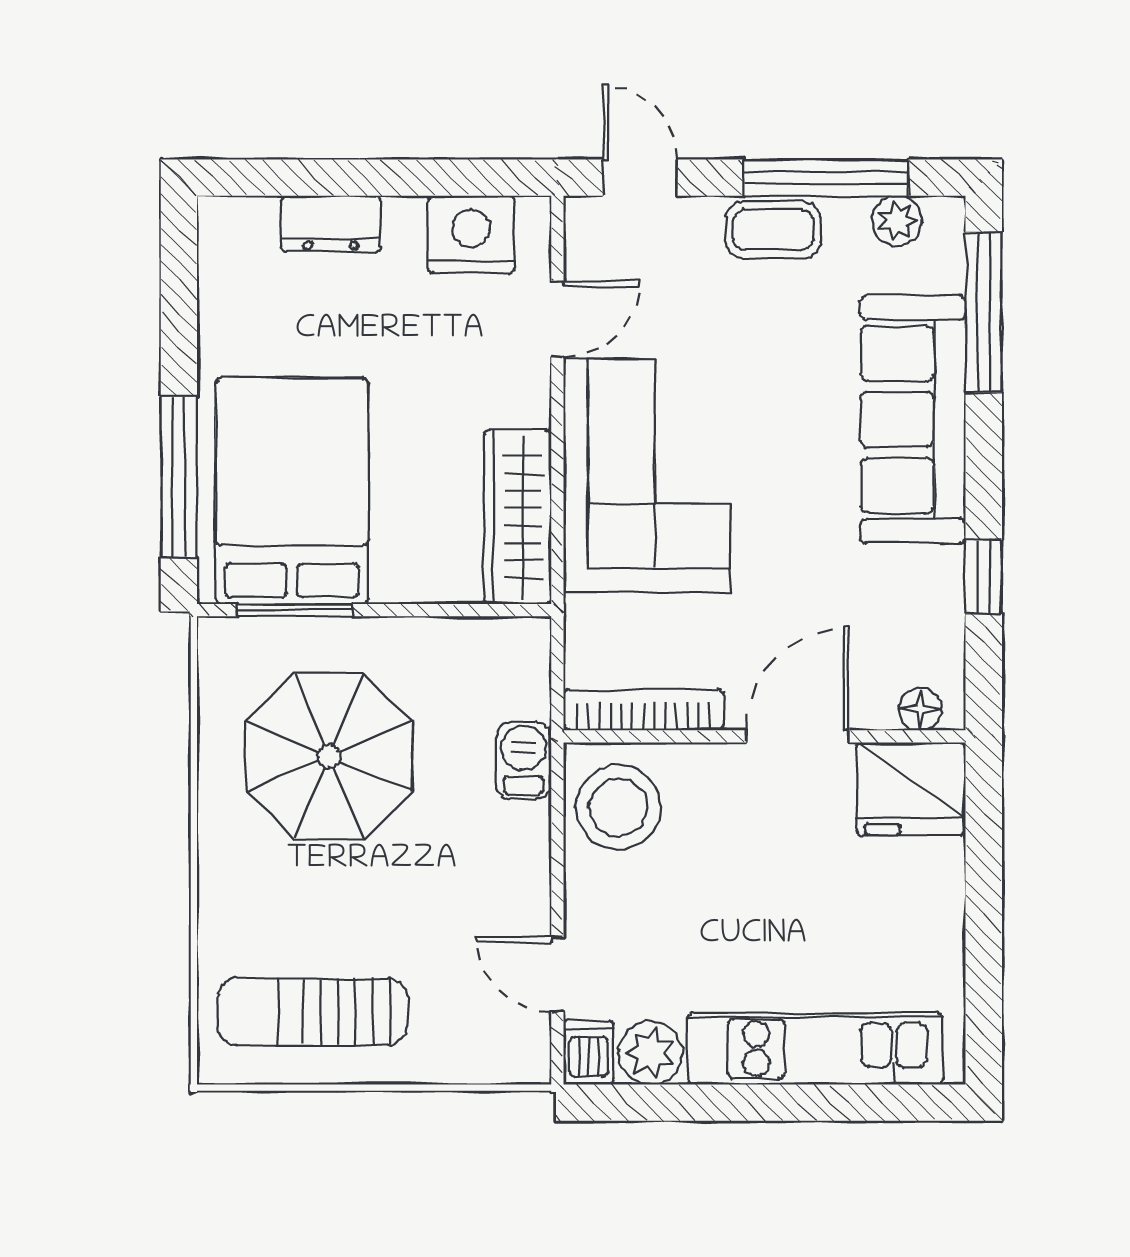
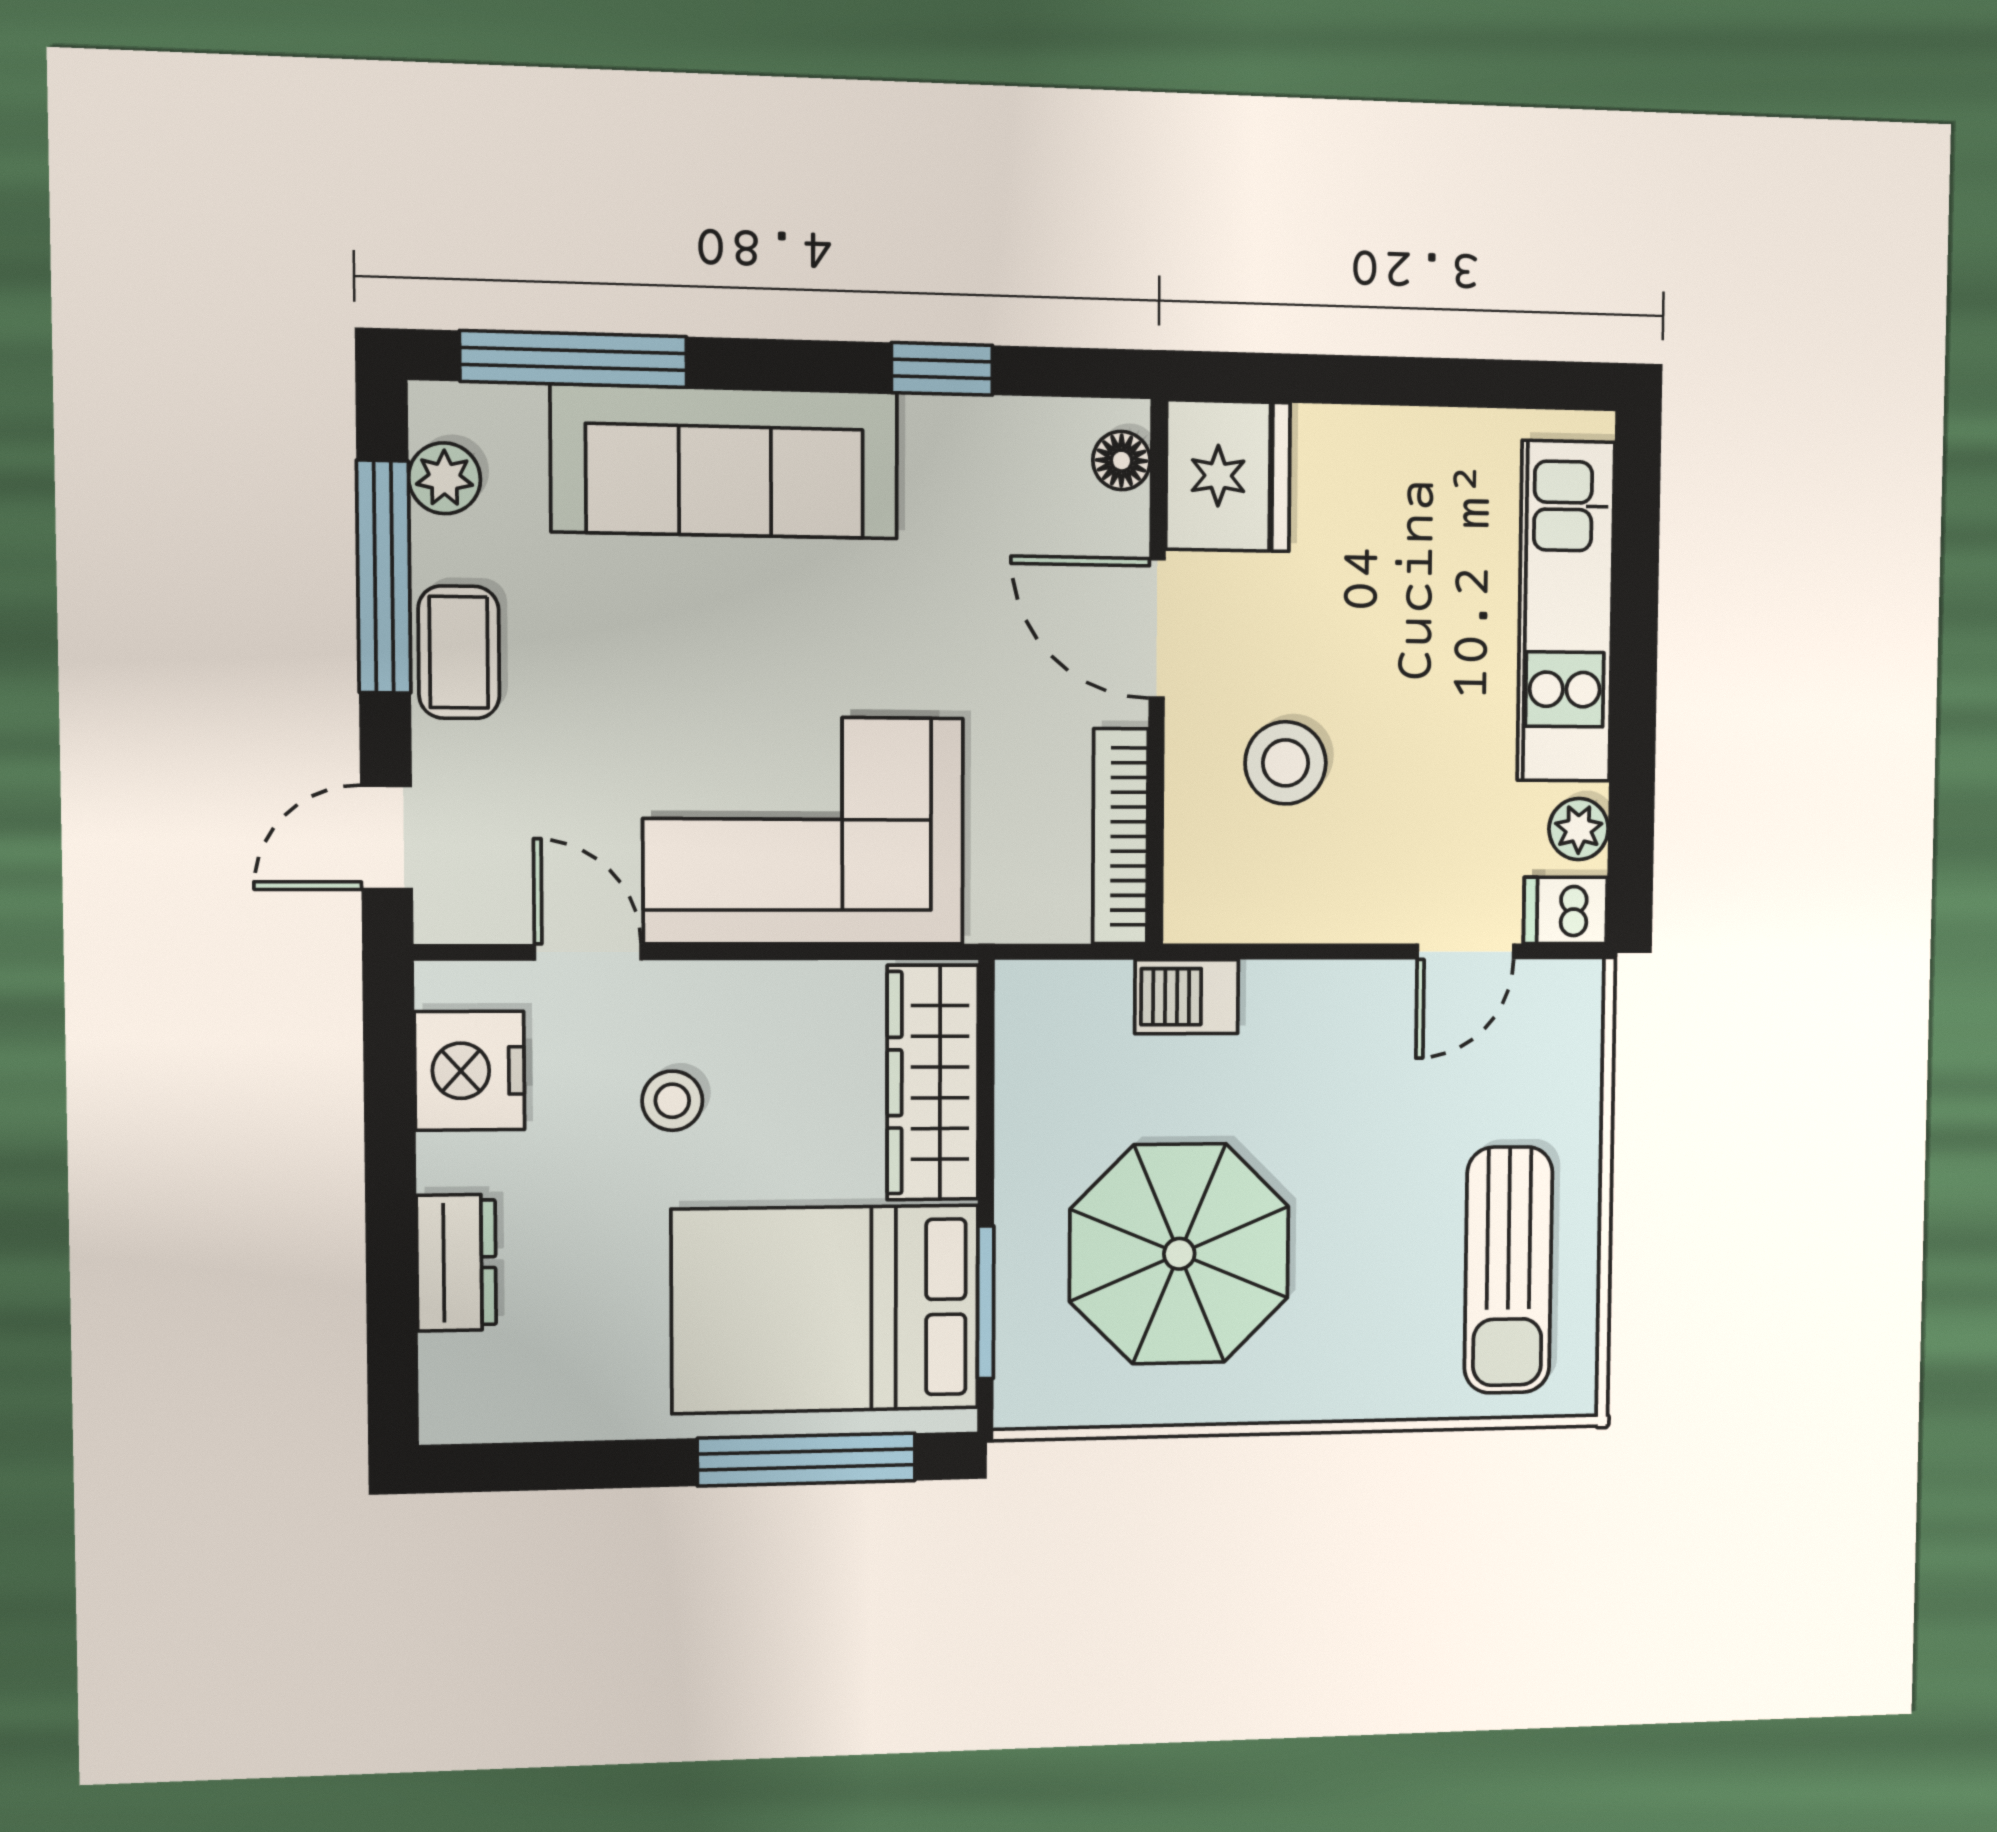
stool: (448, 380) -> (672, 1101), added
wardrobe: (518, 517) -> (933, 1082), moved, turned 90
stool: (618, 807) -> (1285, 763), moved, width x0.73, depth x0.73
plant: (651, 1053) -> (1579, 829), width x0.73, depth x0.73

